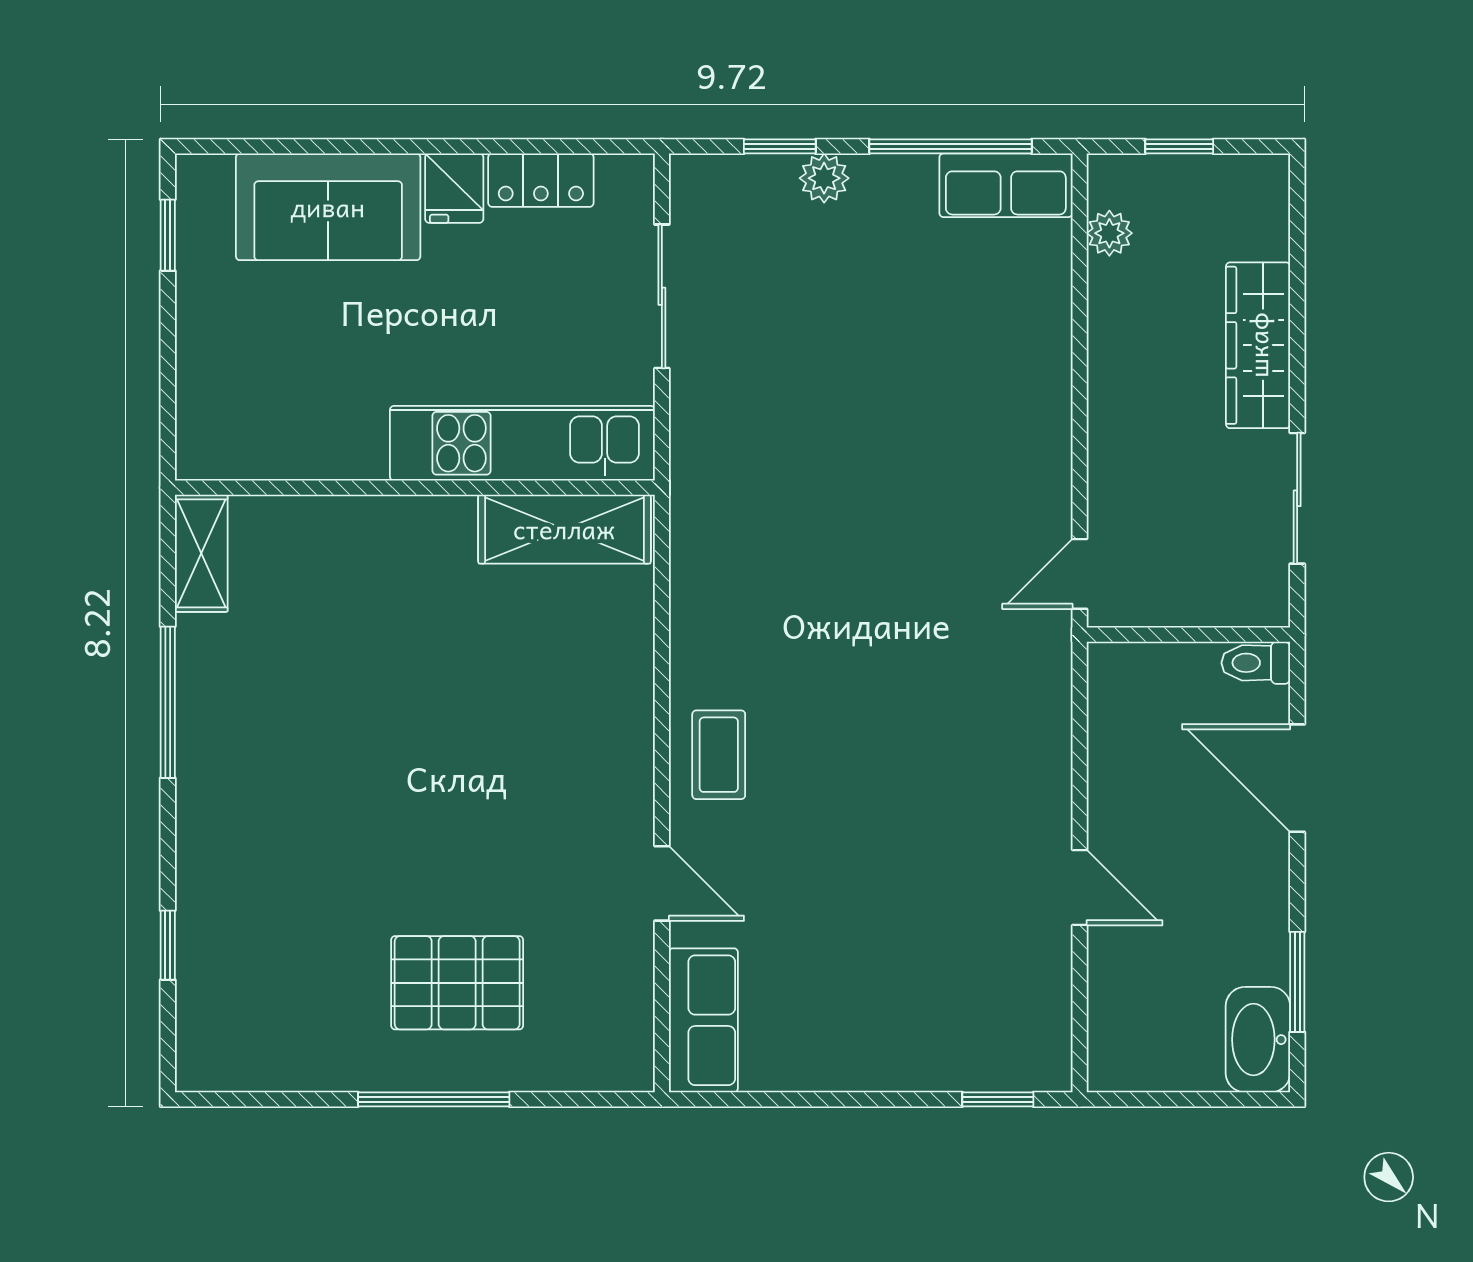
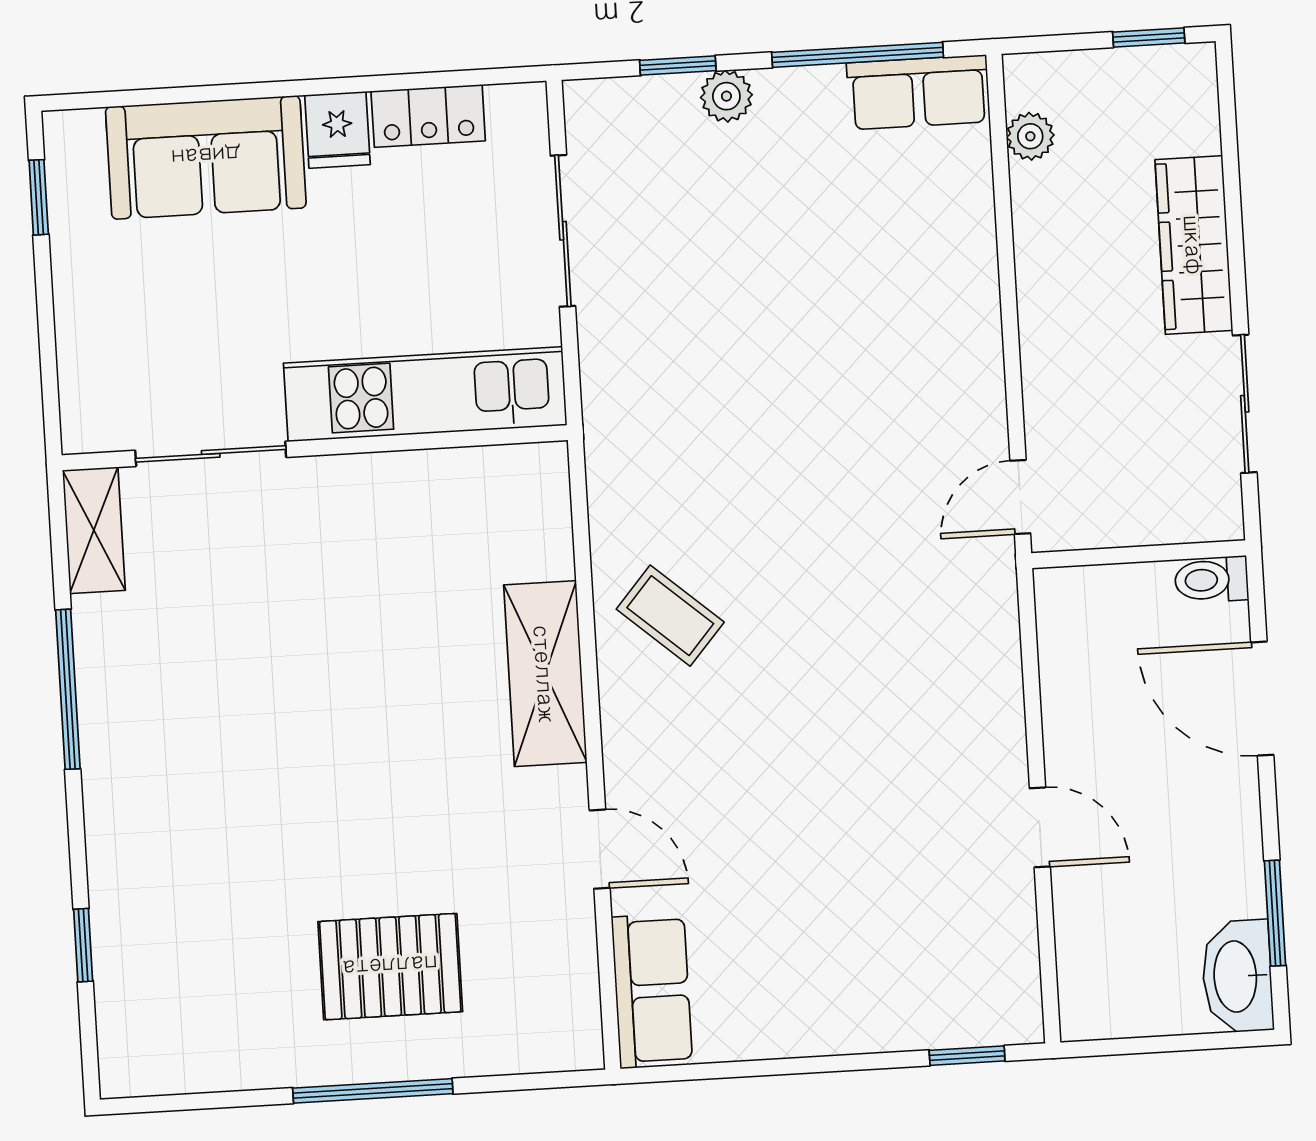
window: (1179, 146) -> (1149, 38), moved
sliding door: (316, 488) -> (211, 454), added
shelving: (564, 529) -> (545, 674), moved, turned 90
coffee table: (719, 755) -> (670, 616), moved, turned -49

